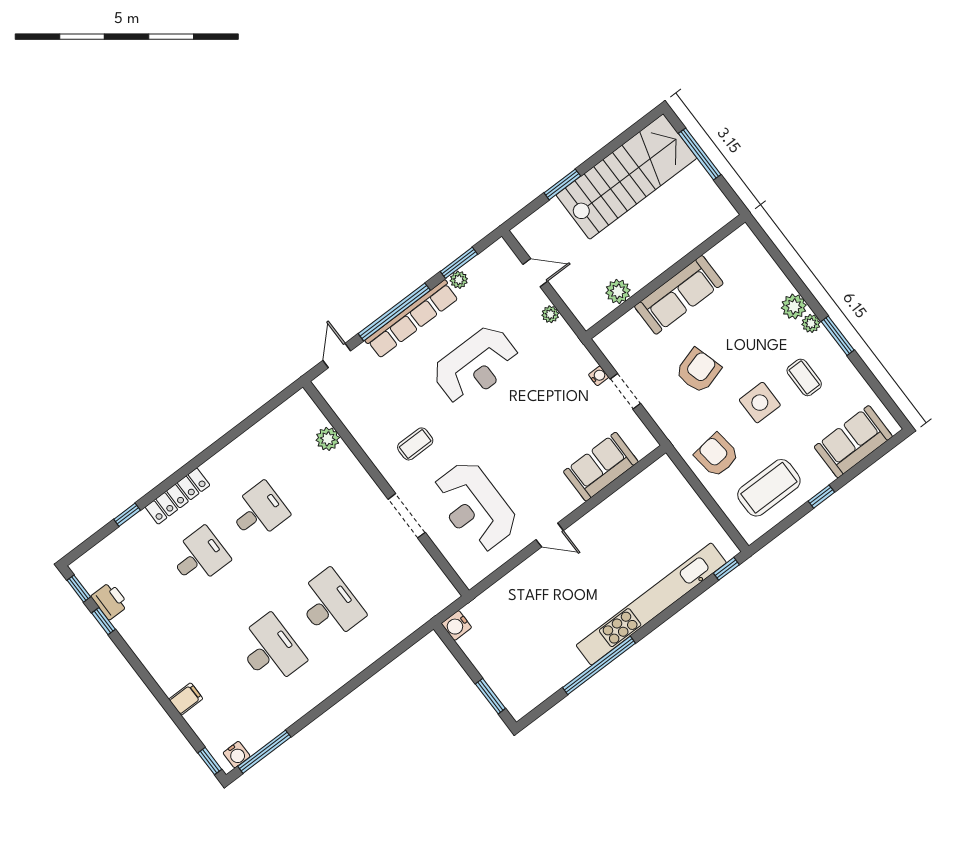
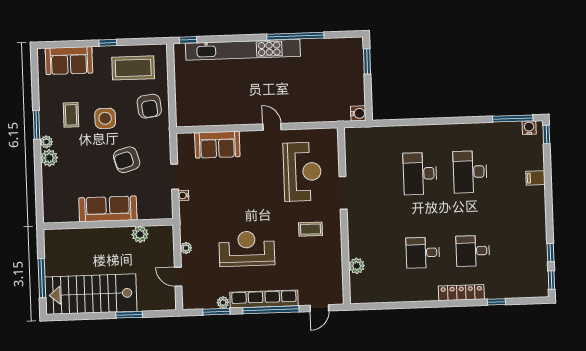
printer: (110, 601) -> (539, 261), removed

